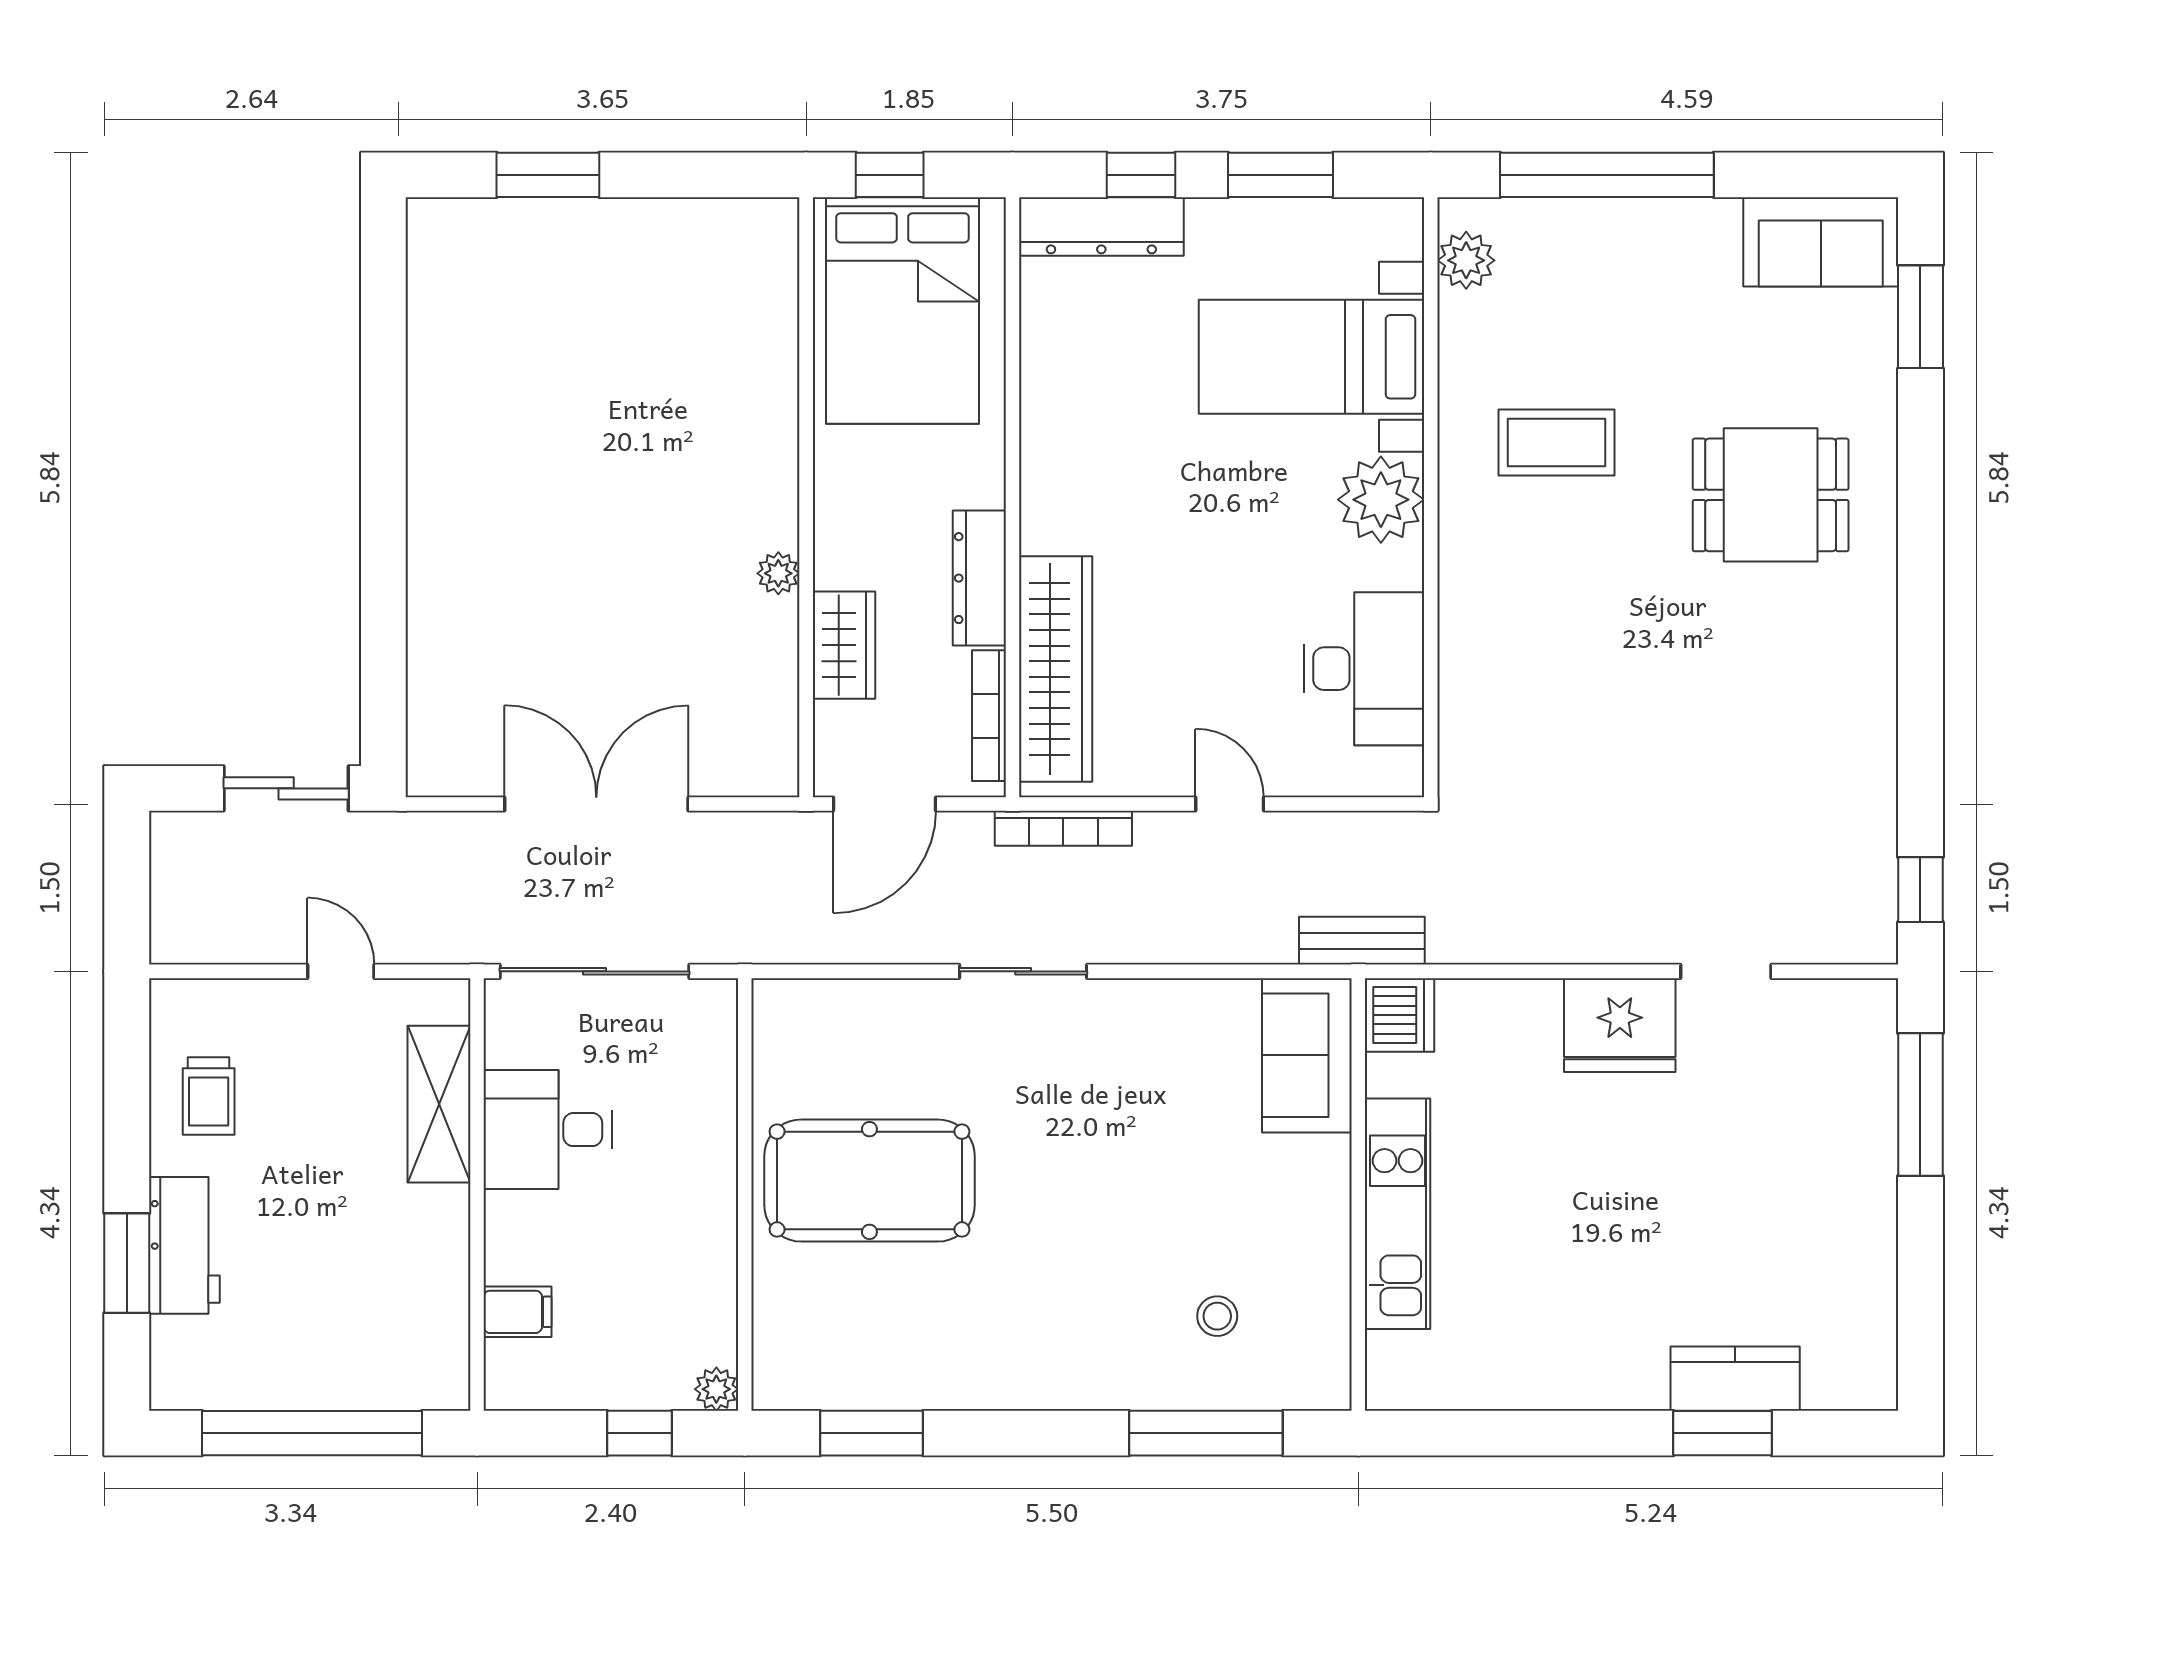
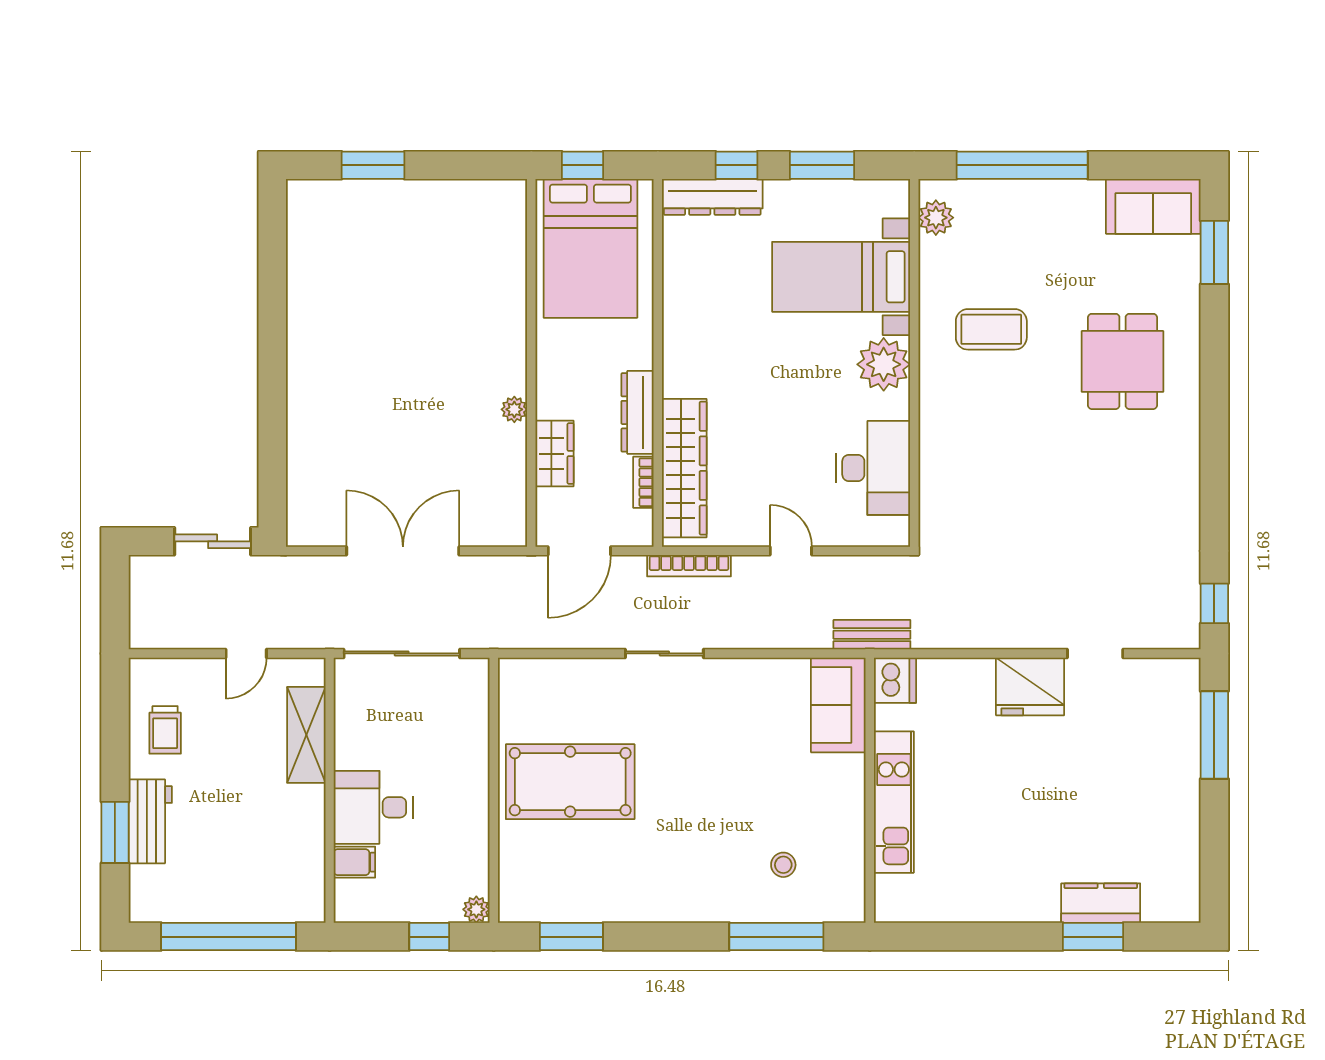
dining table: (1771, 495) -> (1123, 361), turned 90
bookcase: (989, 716) -> (643, 482), width x0.64
door: (341, 971) -> (246, 653), swing flipped
desk: (548, 1130) -> (373, 807), moved

